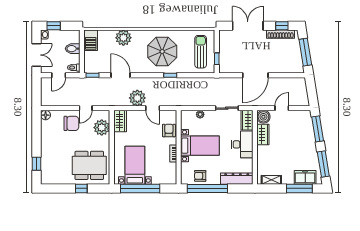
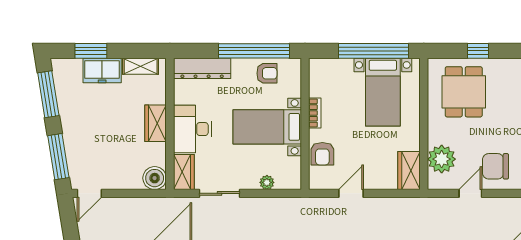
plant: (137, 98) -> (378, 211), removed
door: (153, 108) -> (351, 193), hinge flipped
door: (282, 108) -> (89, 193), moved
wardrobe: (263, 135) -> (156, 123), moved
dining table: (89, 165) -> (464, 92), width x0.73
freezer: (305, 177) -> (102, 71), moved
window: (299, 188) -> (91, 51), width x0.69

